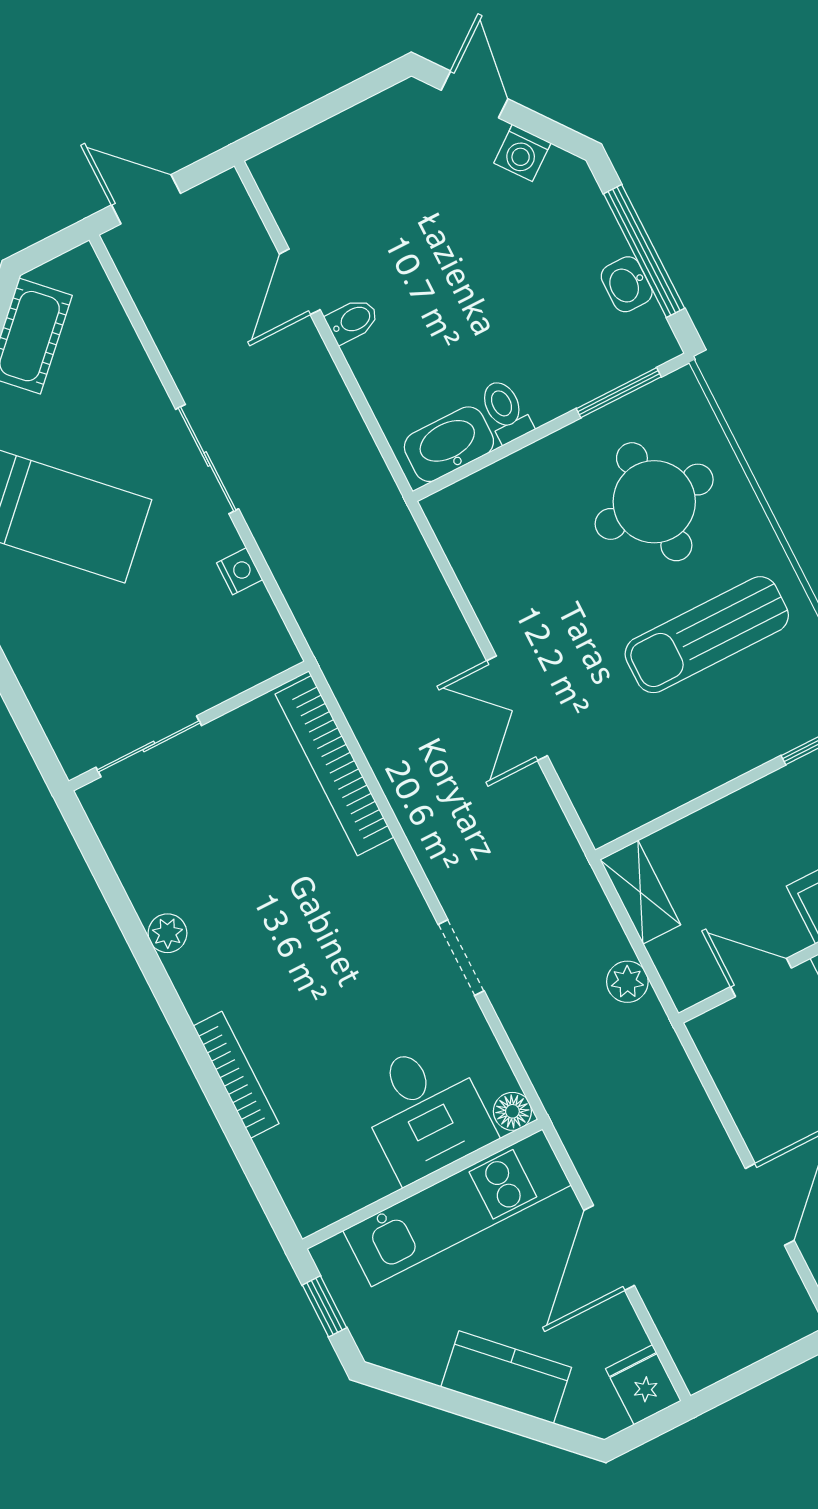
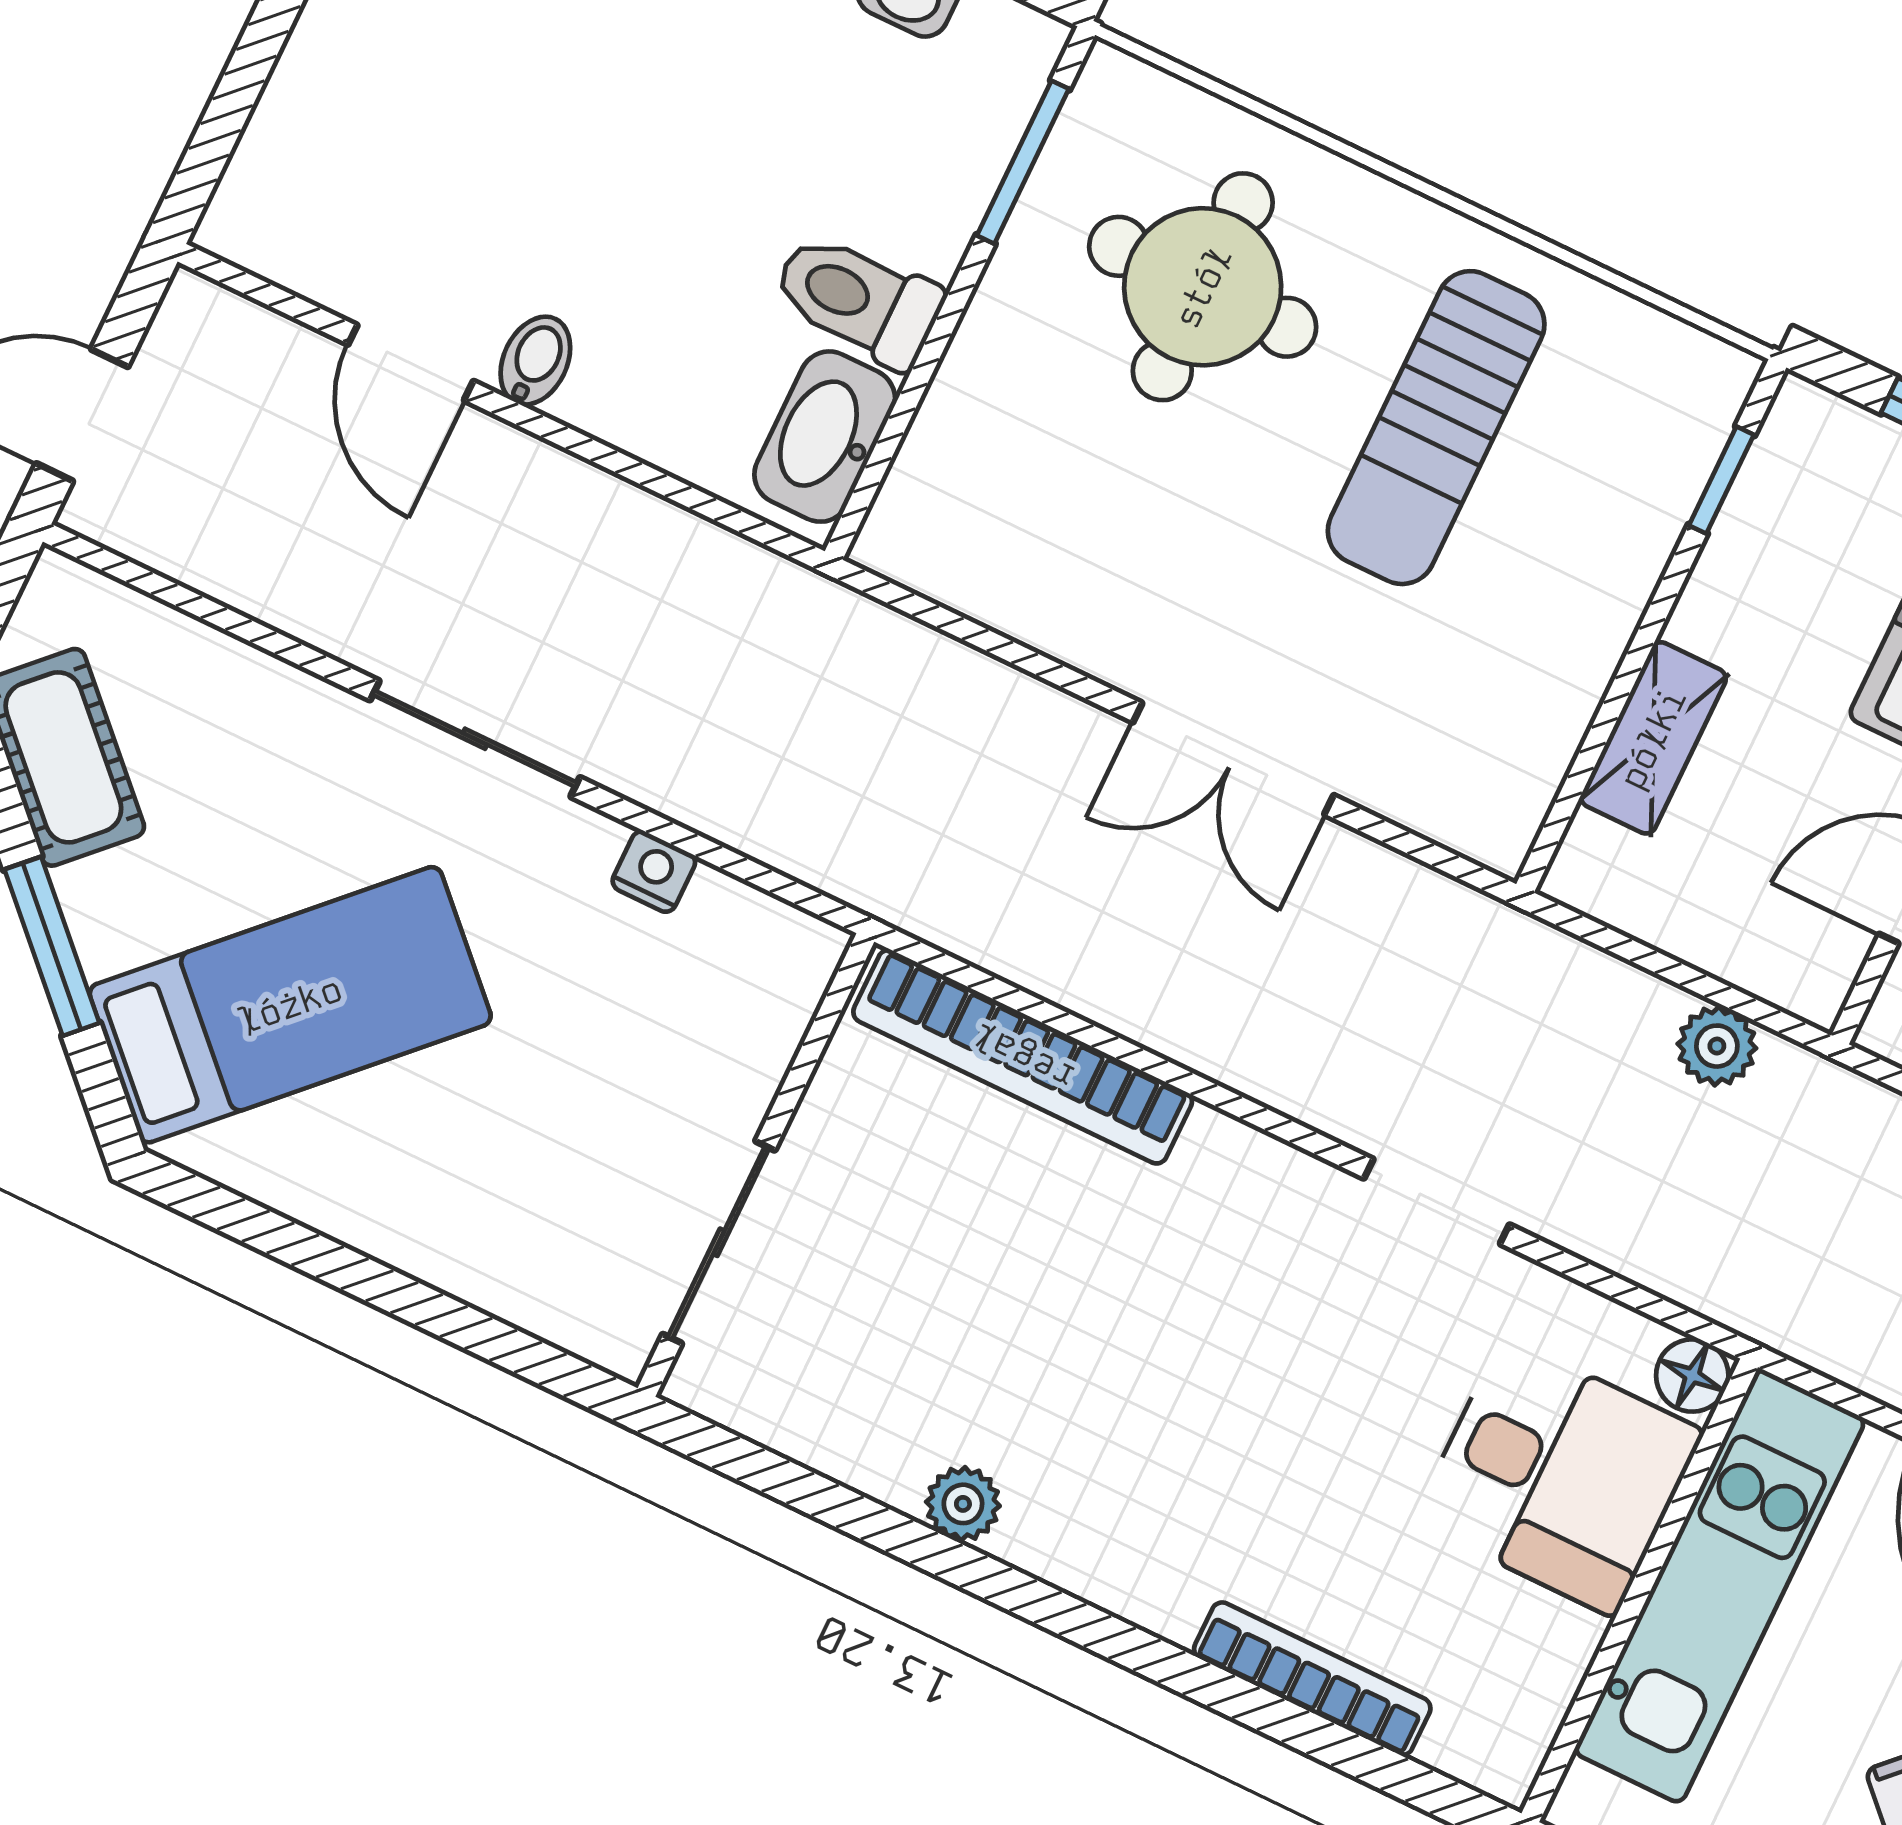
toilet: (505, 411) -> (858, 300), width x1.37, depth x1.39
shelving: (640, 892) -> (1653, 738), moved, turned 90
bookcase: (236, 1075) -> (1312, 1679), moved

